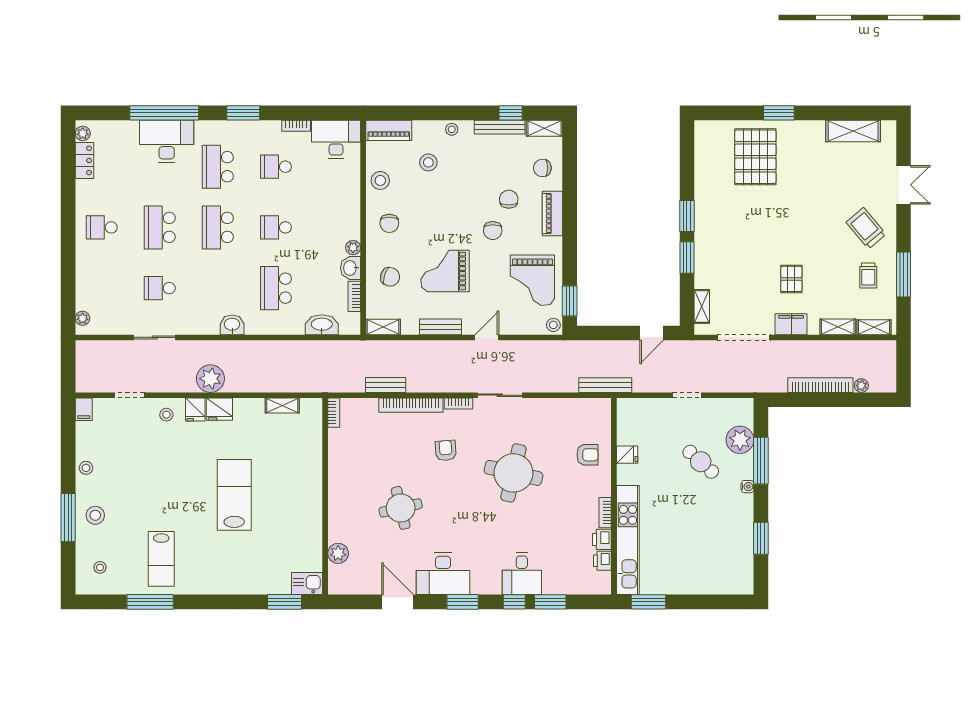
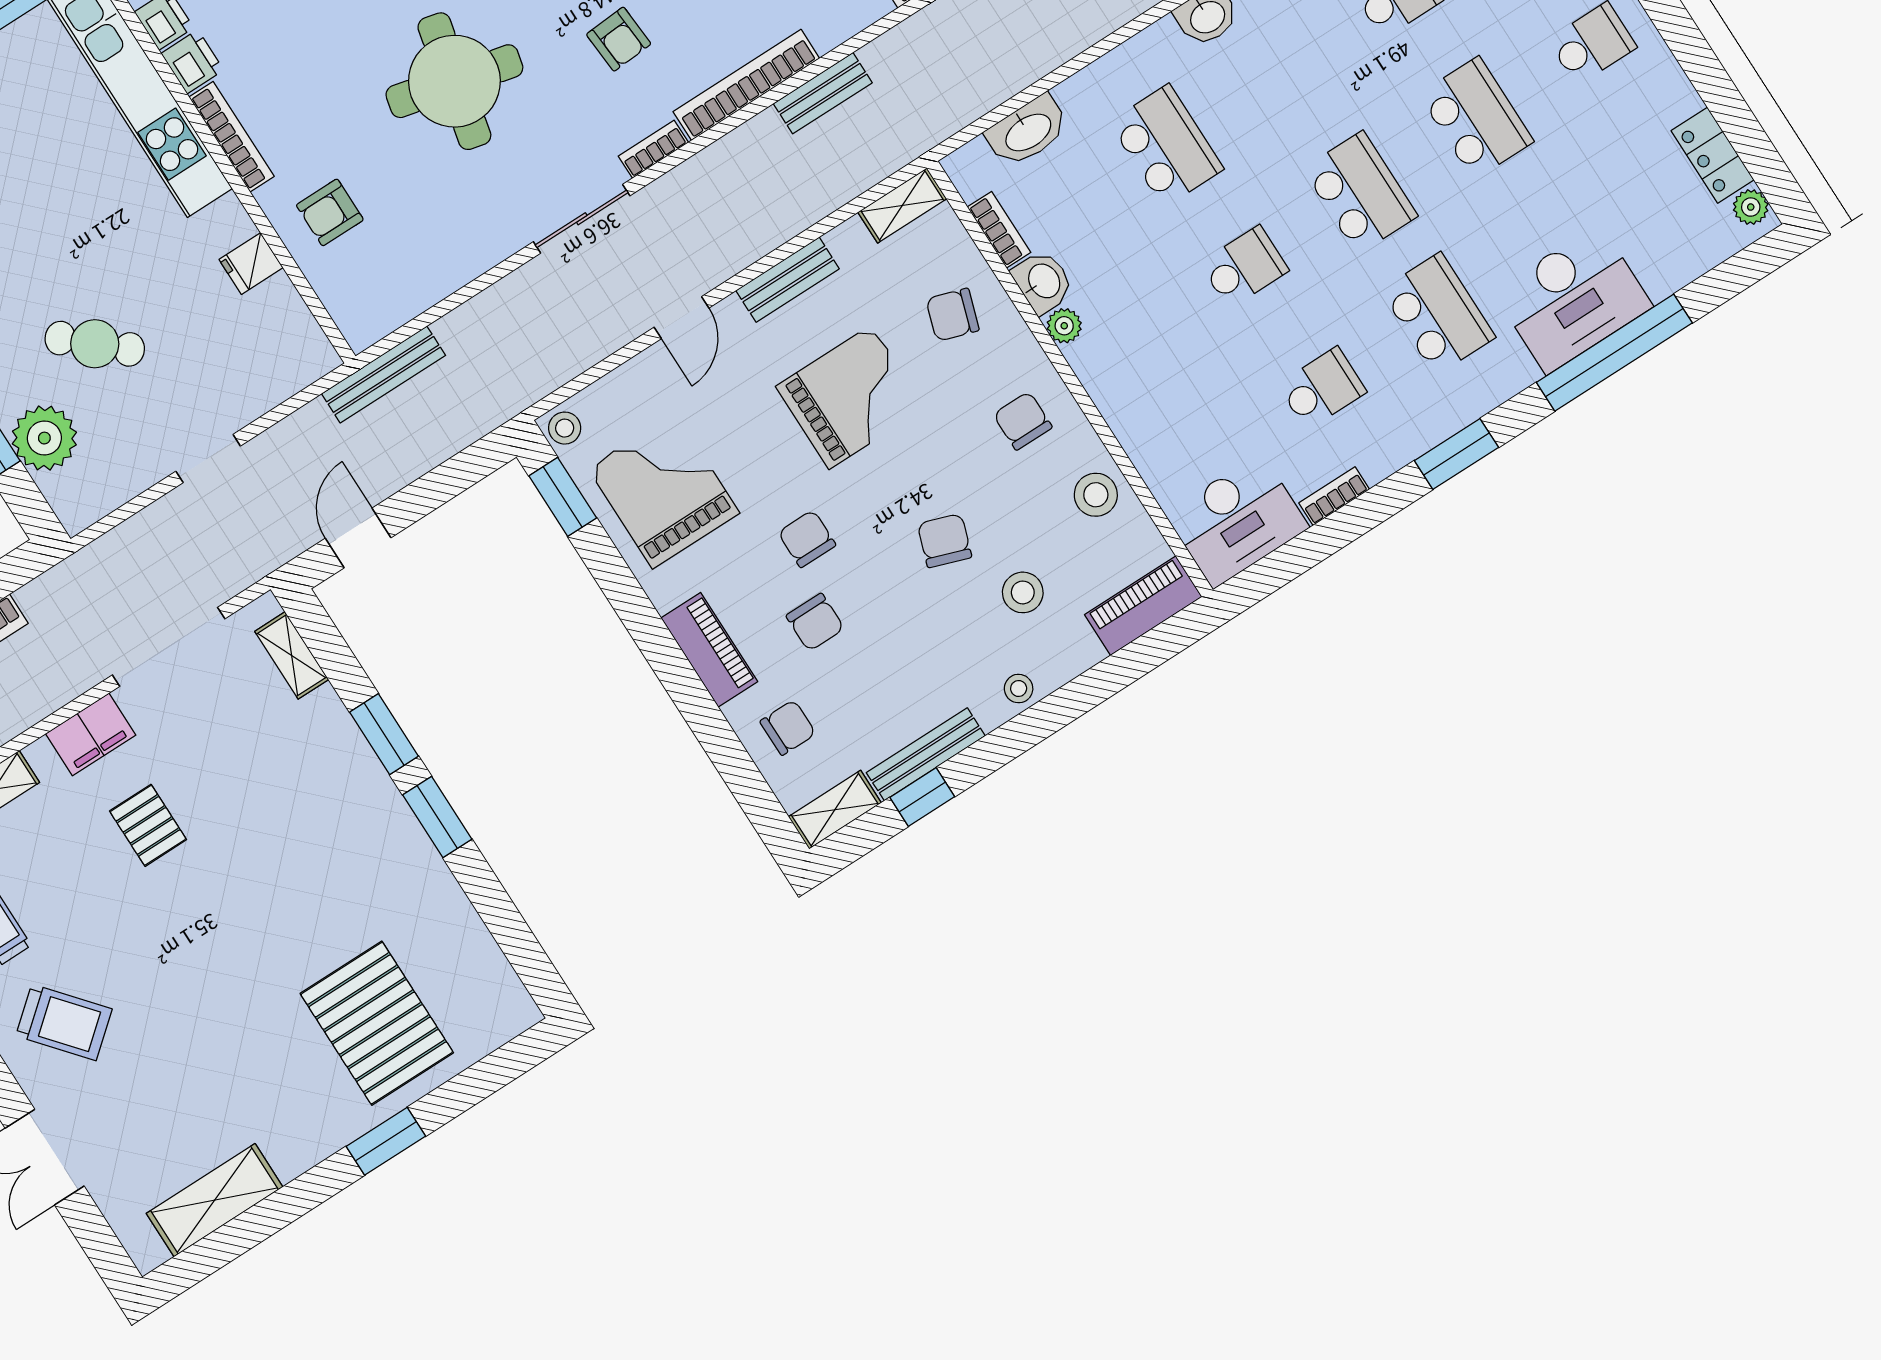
chair: (444, 199) -> (945, 541), added
bookcase: (605, 513) -> (232, 137), width x1.56

